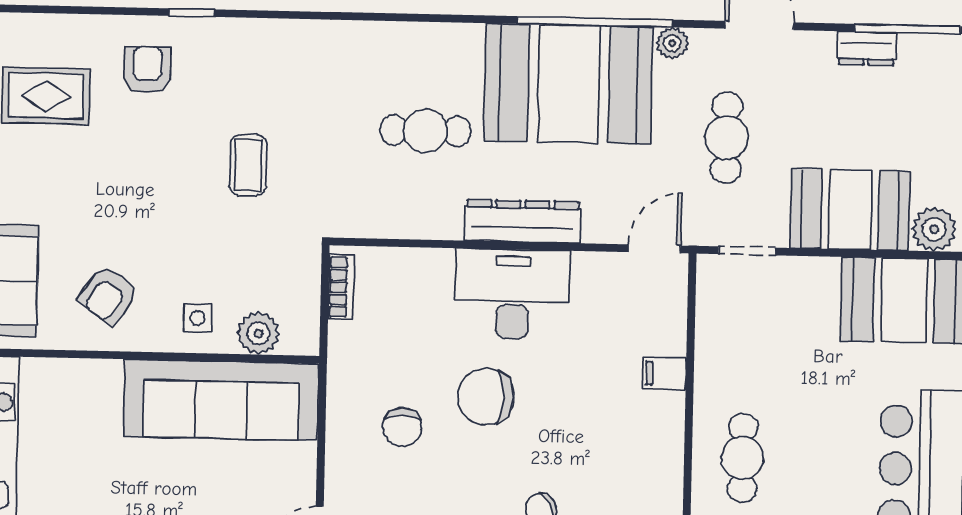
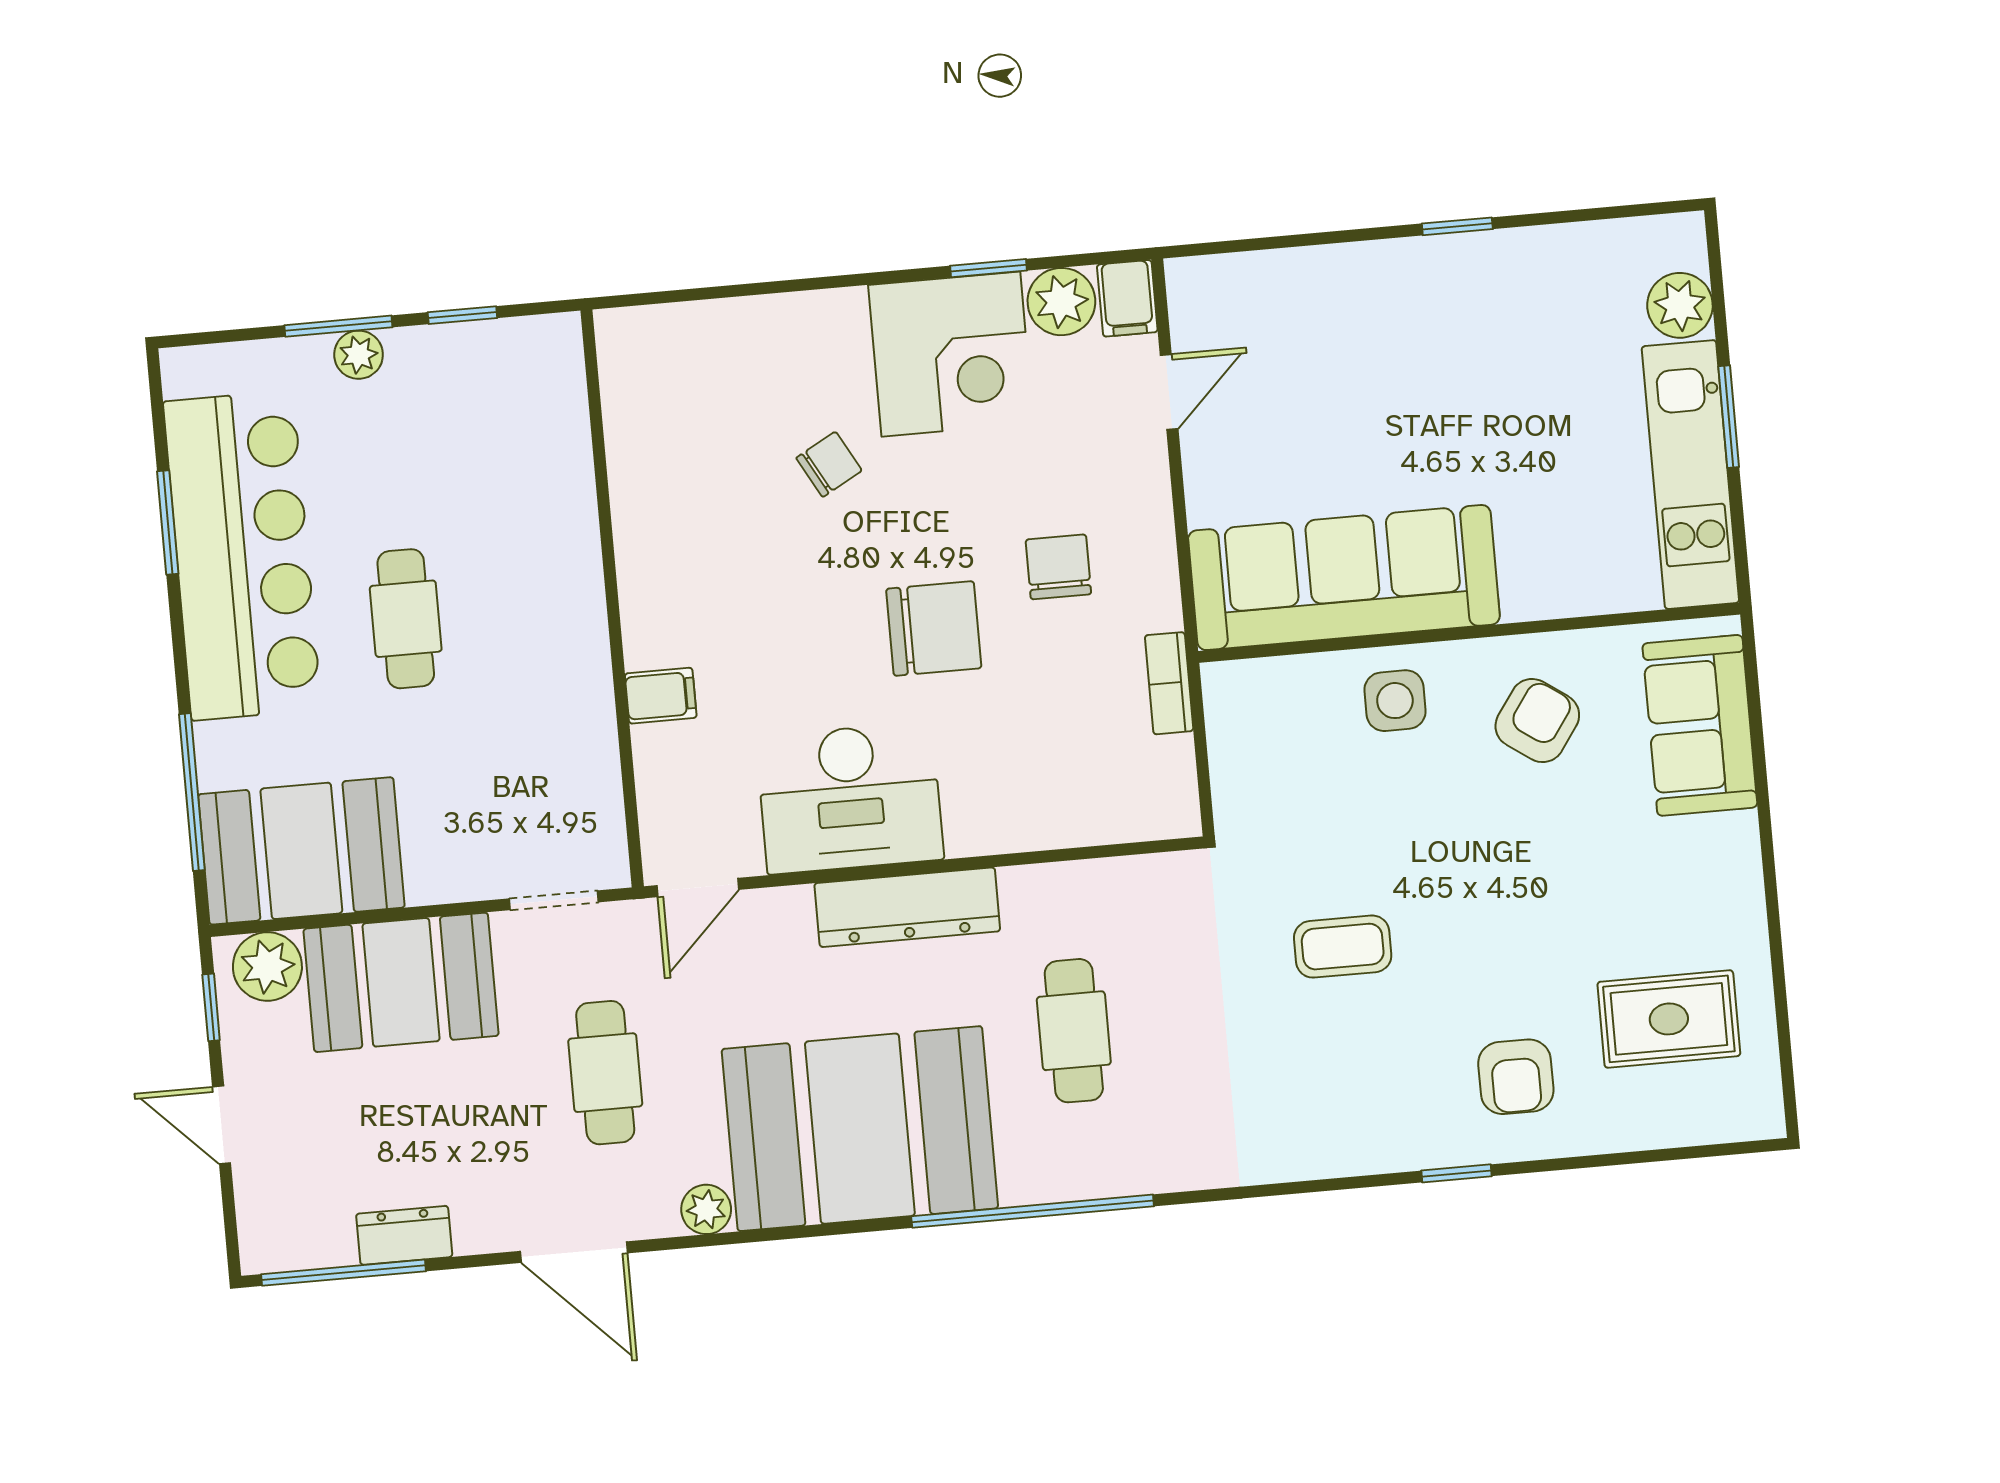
window: (595, 22) -> (1033, 1211), moved
cafe table: (425, 131) -> (1074, 1031), turned 90
coffee table: (248, 165) -> (1343, 947), turned 90
bookcase: (341, 287) -> (1169, 683), moved
desk: (513, 294) -> (850, 798), moved
side table: (197, 318) -> (1395, 701), width x1.37, depth x1.37
plant: (258, 333) -> (1298, 688), removed
cafe table: (743, 458) -> (406, 619), moved

